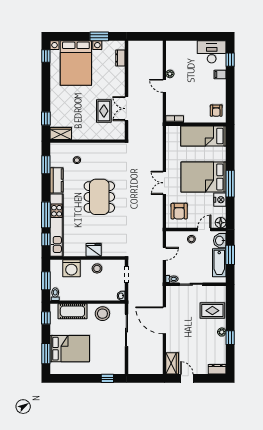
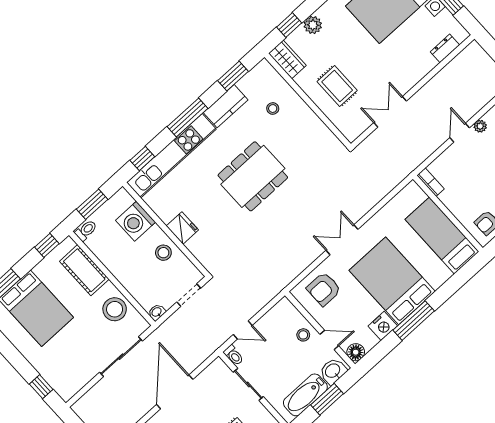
plant: (56, 108) -> (313, 25), added
rug: (104, 111) -> (337, 86), moved, turned 90
window: (46, 215) -> (187, 117), moved
door: (164, 254) -> (243, 330), moved

